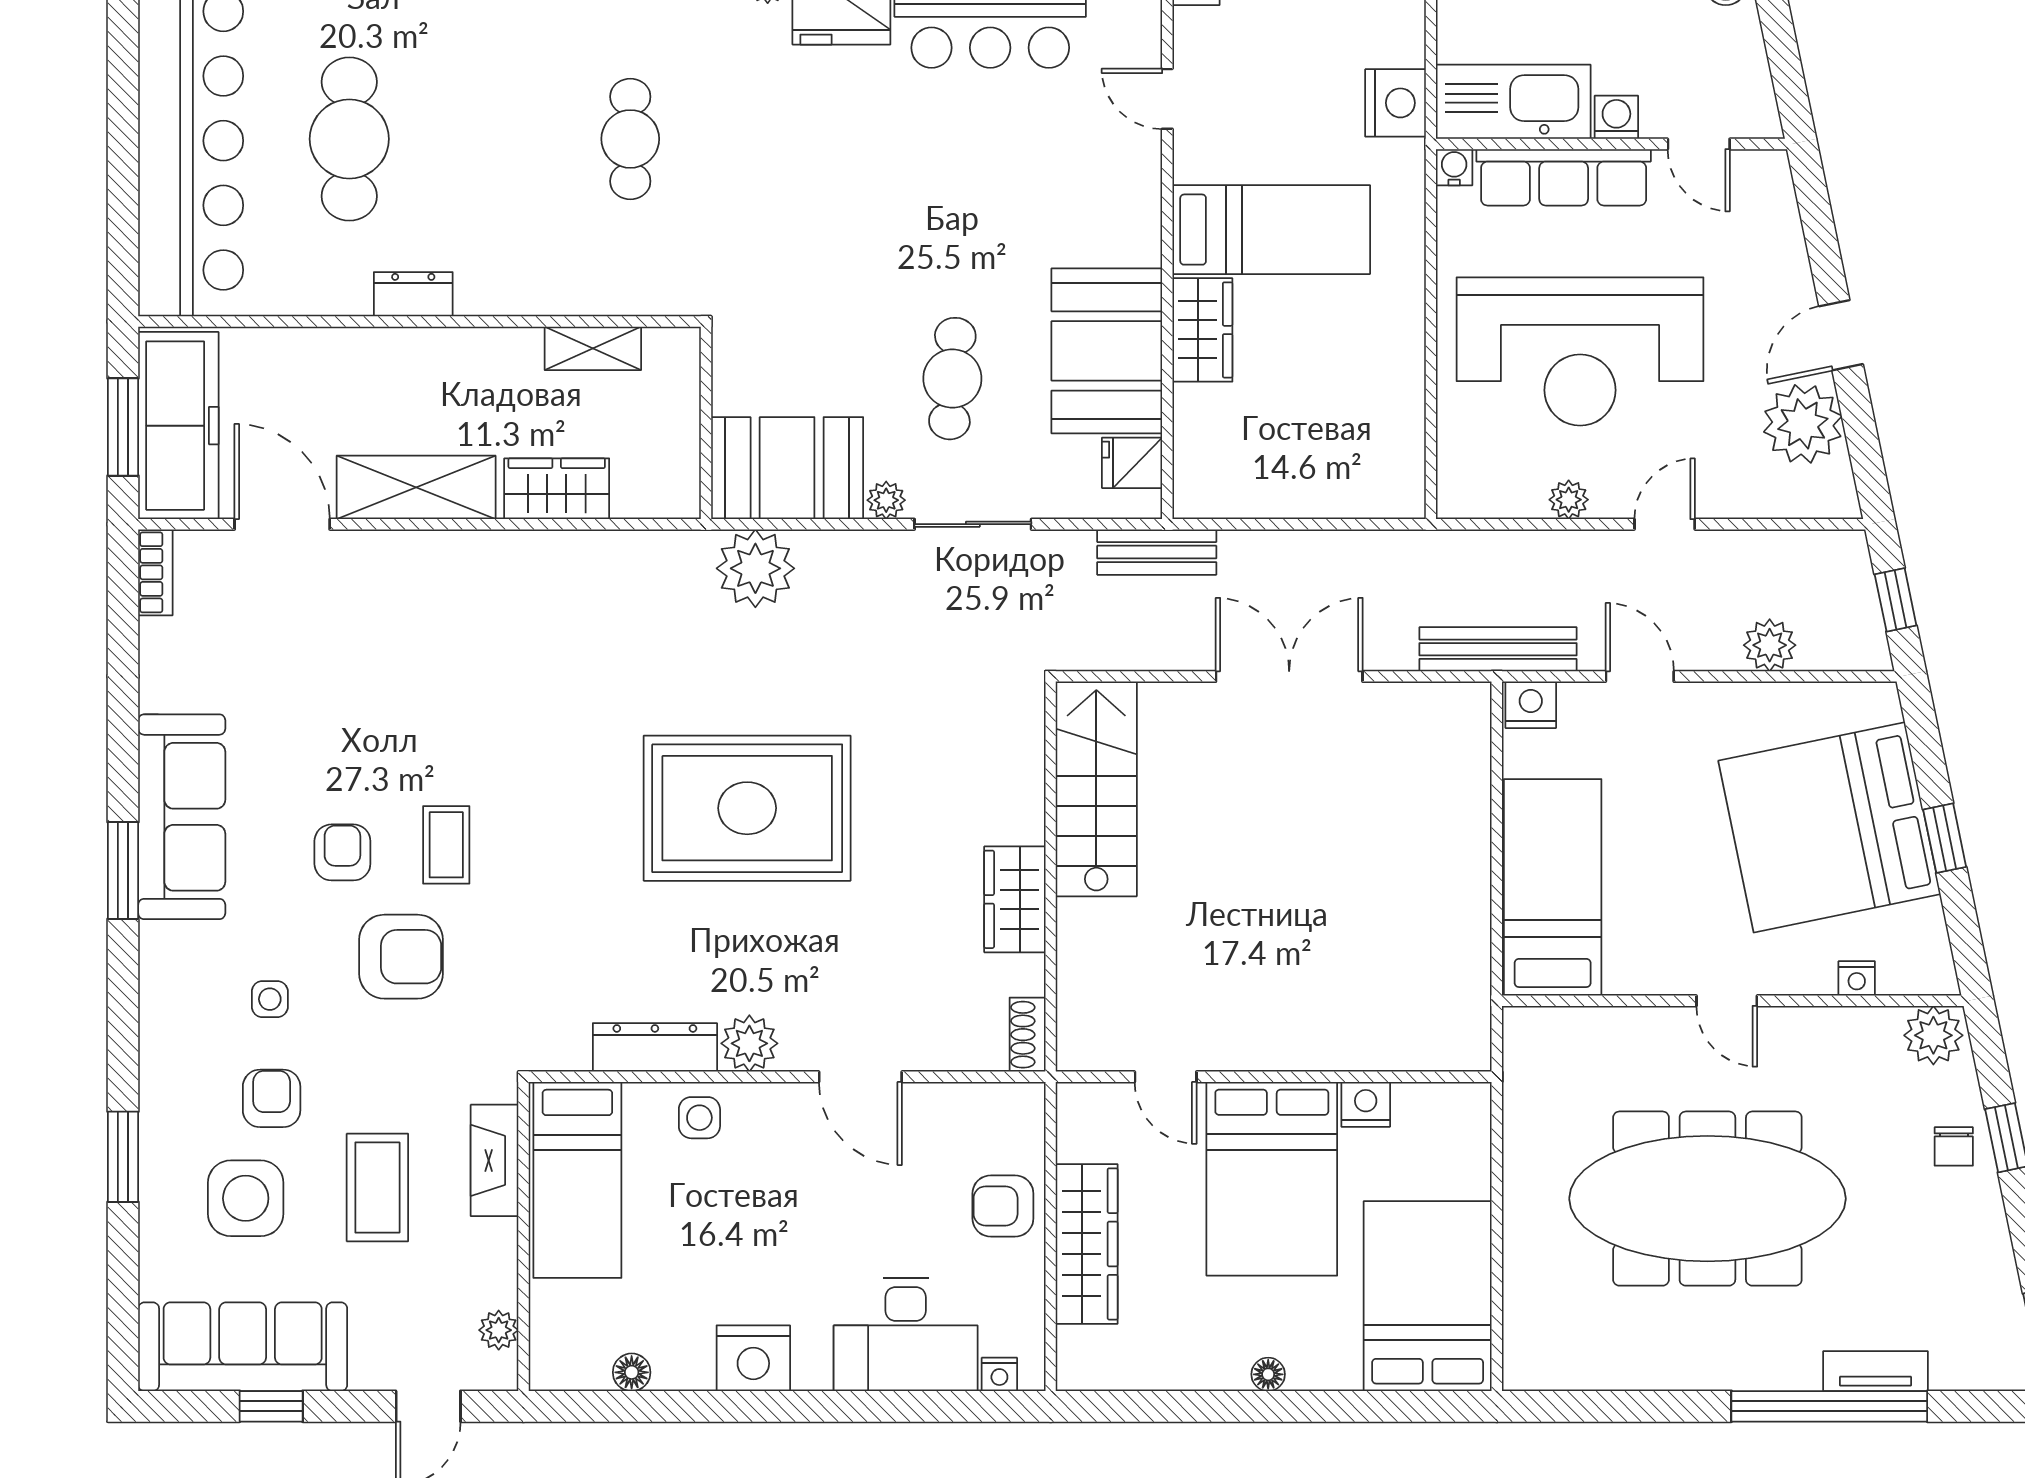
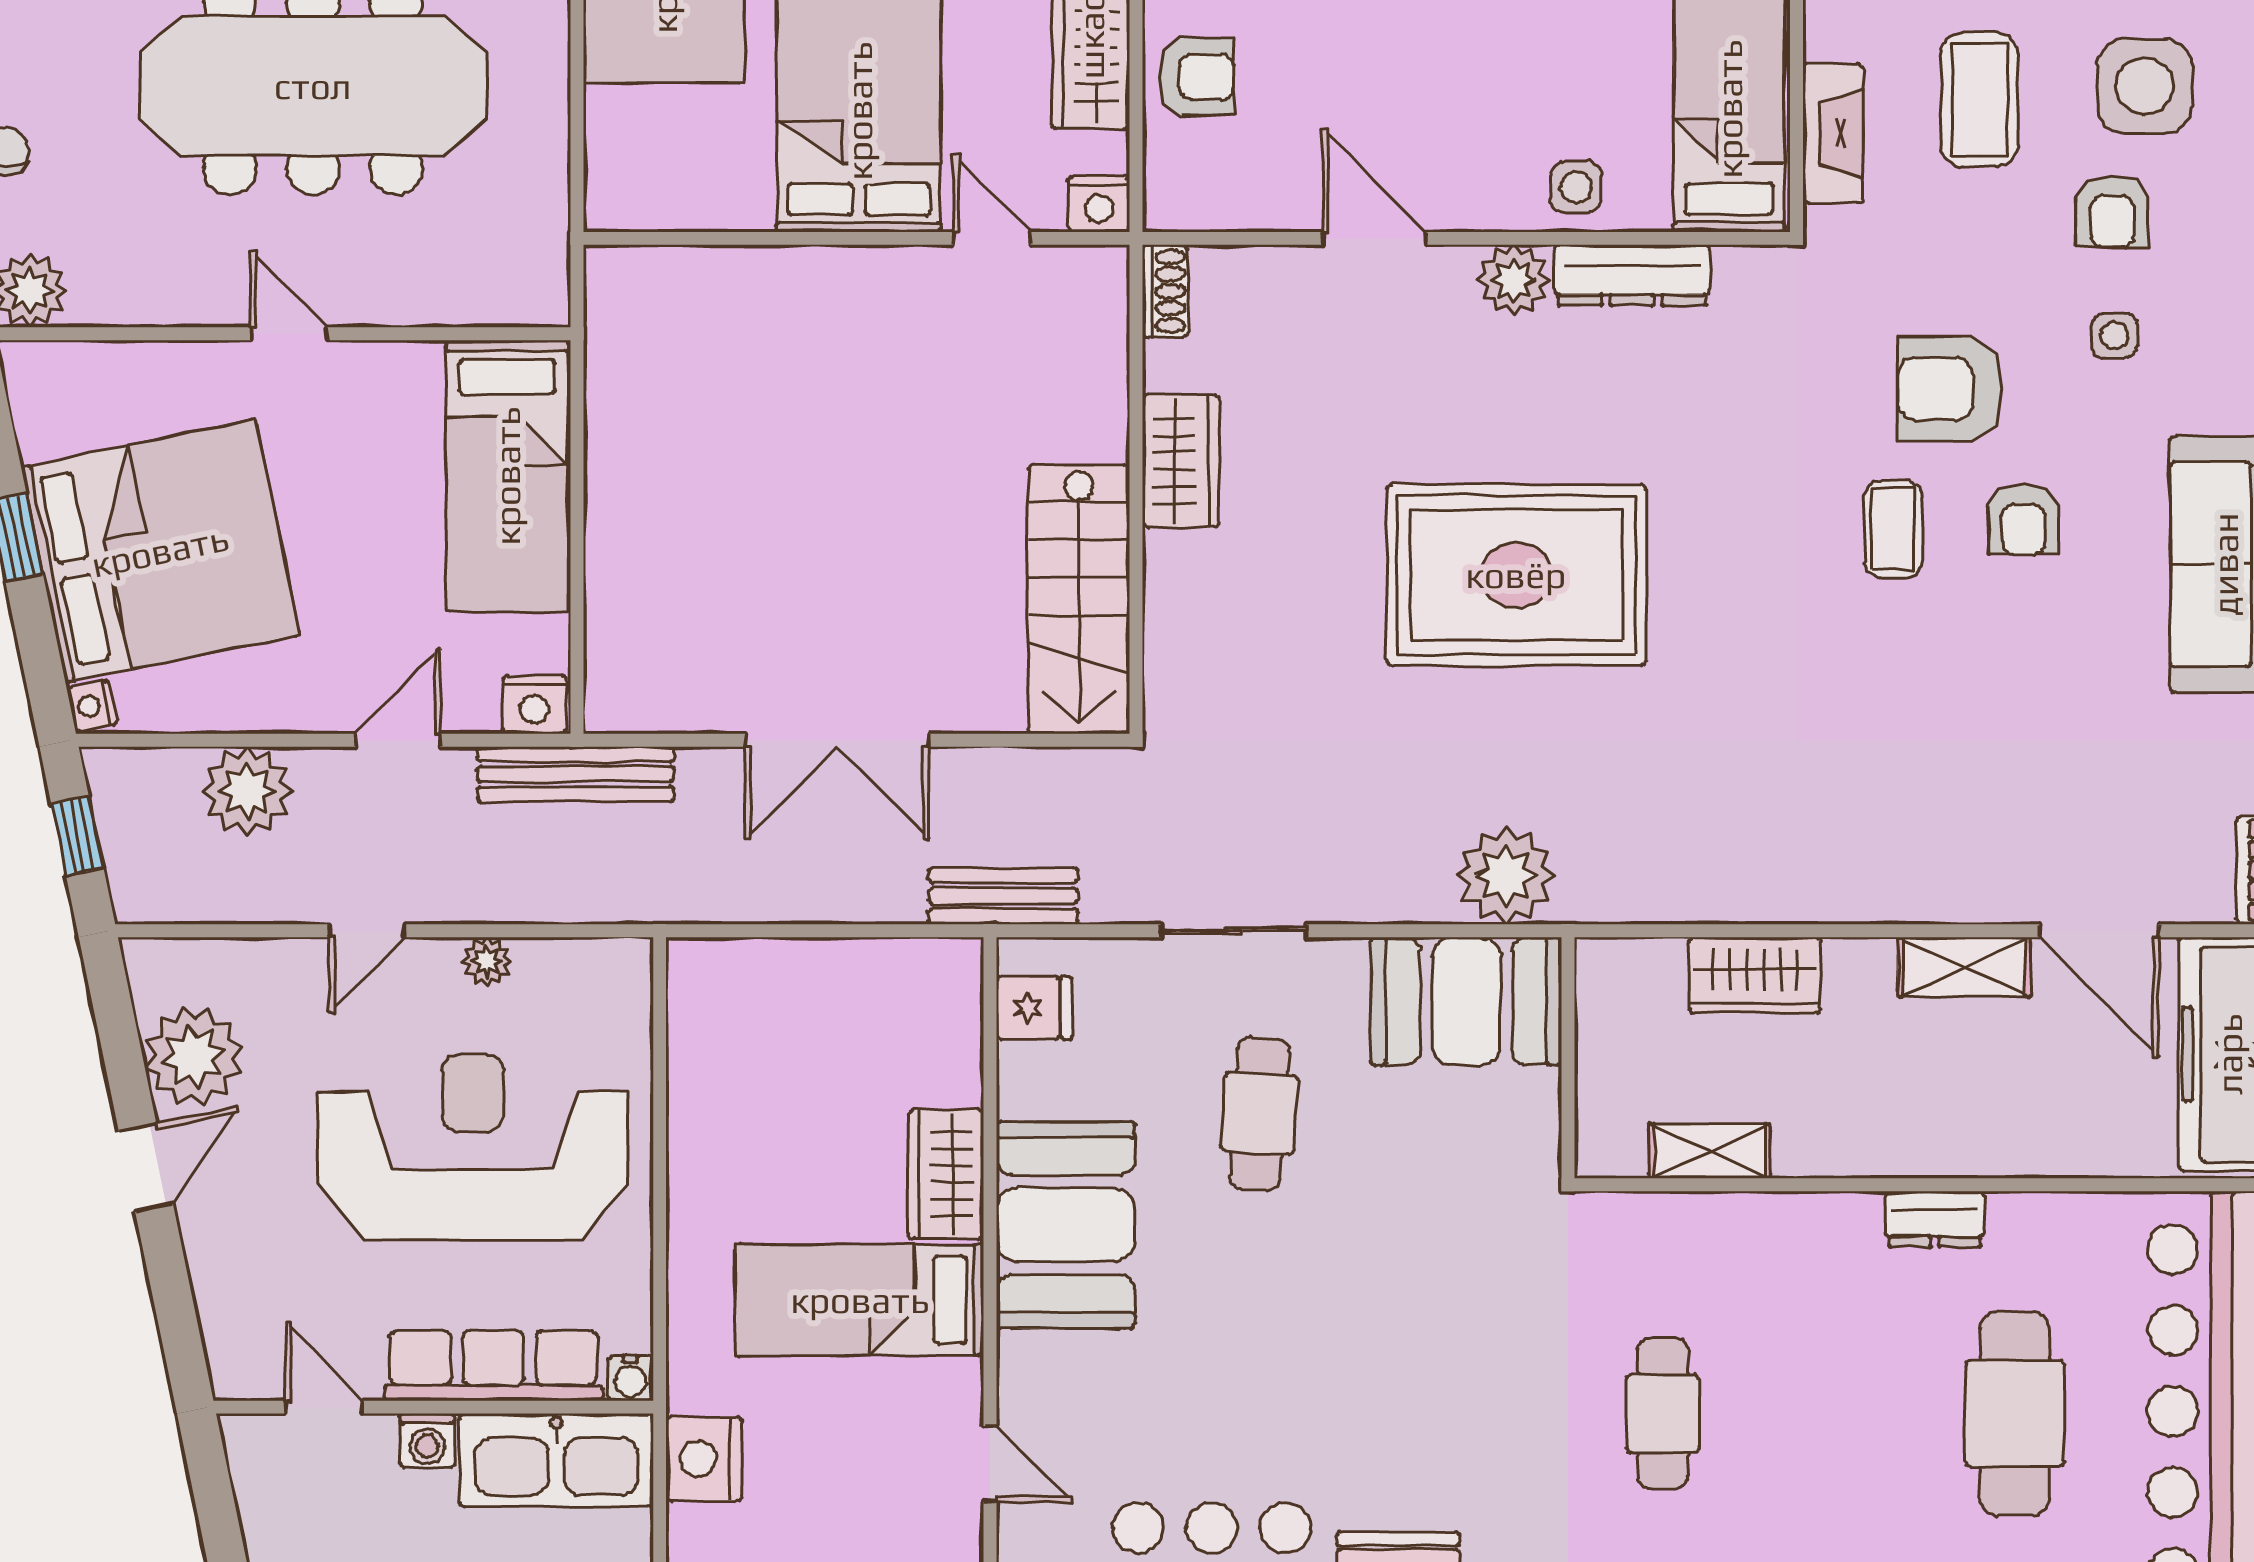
booth: (1107, 351) -> (1066, 1225), moved
shelving: (416, 487) -> (1964, 967), width x0.67, depth x0.75
plant: (886, 500) -> (1342, 961), removed
plant: (1770, 645) -> (247, 791), width x1.36, depth x1.36
door: (1640, 676) -> (398, 740), swing flipped
nightstand: (1857, 978) -> (92, 706), moved, turned -102
nightstand: (1366, 1104) -> (1099, 204), moved

